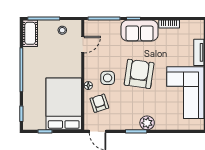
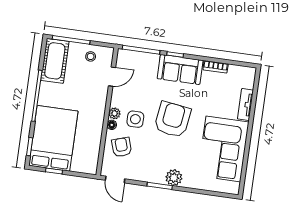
cot: (30, 33) -> (55, 61), width x1.37, depth x1.34
plant: (89, 76) -> (115, 113), added
bed: (64, 104) -> (53, 138), moved

